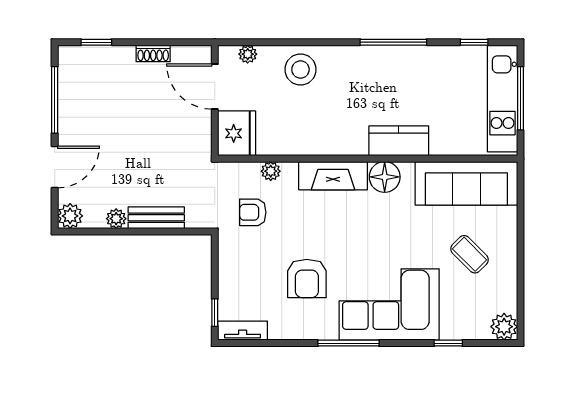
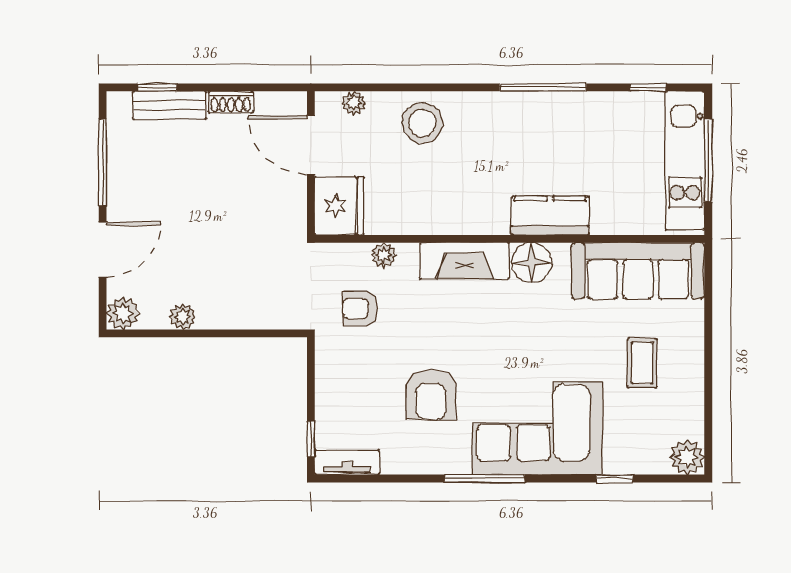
bench: (156, 218) -> (169, 105), moved
coffee table: (470, 254) -> (642, 363), turned 45

